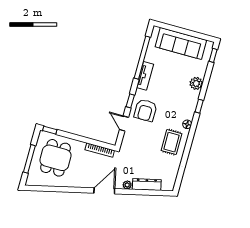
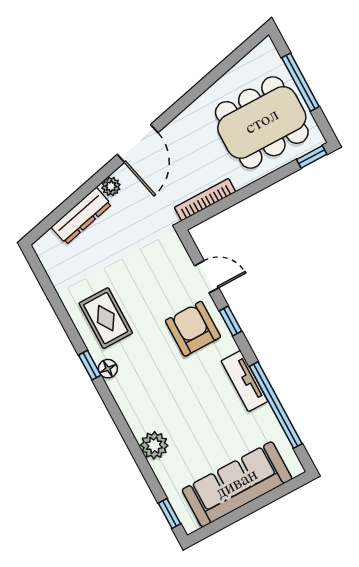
window: (199, 106) -> (90, 365), moved
dining table: (56, 158) -> (262, 122), width x1.38

